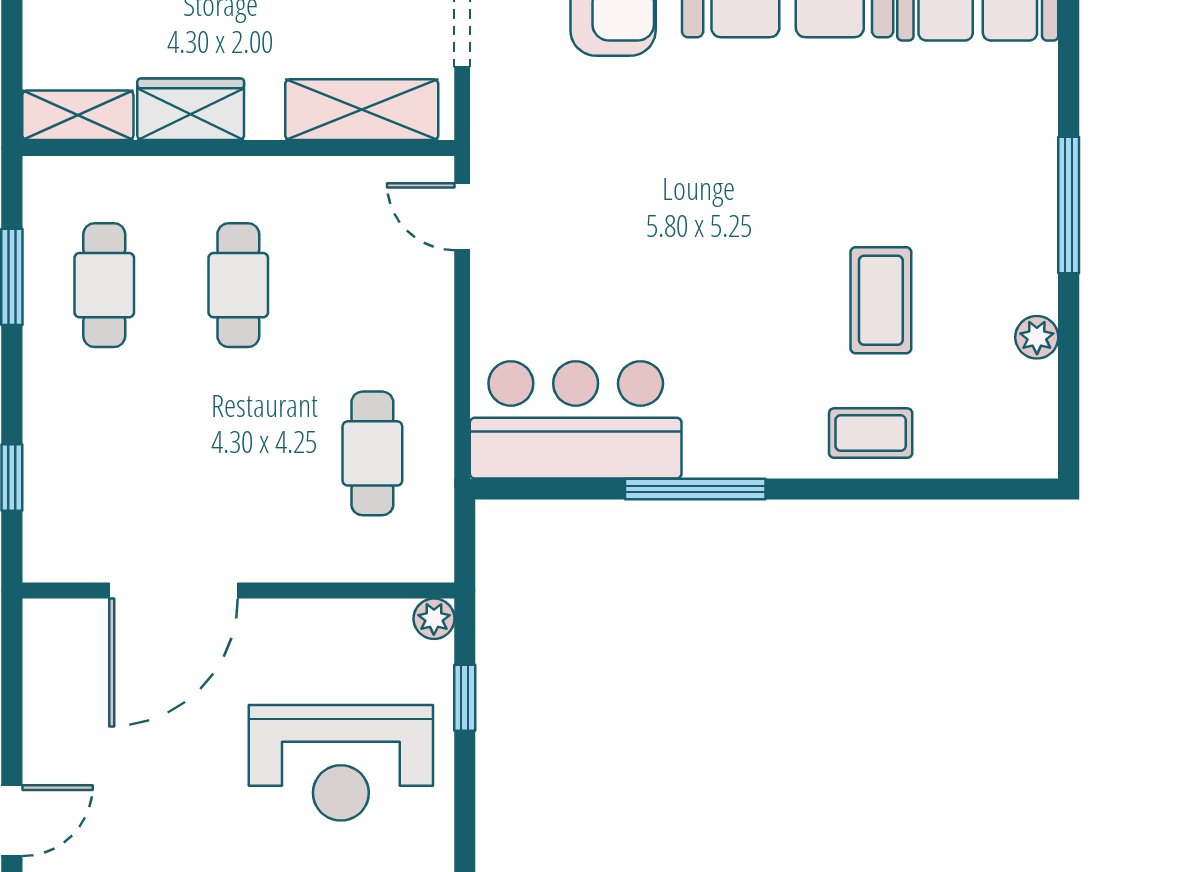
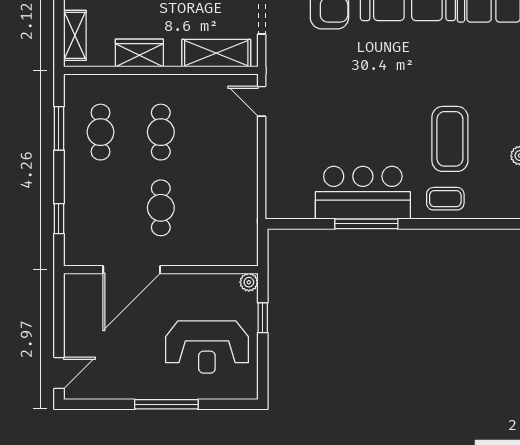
shelving: (78, 115) -> (75, 35), moved, turned 90
coffee table: (881, 300) -> (450, 139), width x1.36, depth x1.32
bar counter: (576, 420) -> (363, 193), moved
cafe table: (372, 453) -> (161, 208), moved

